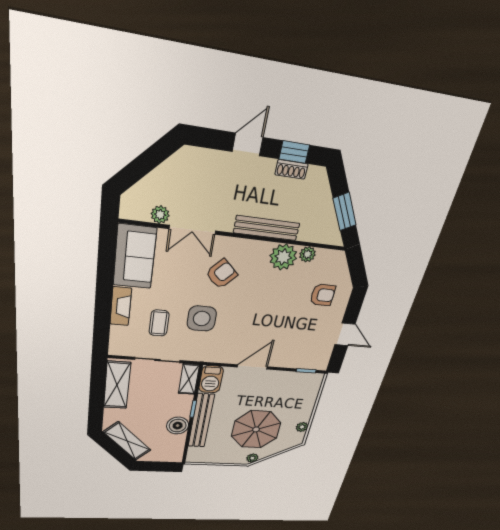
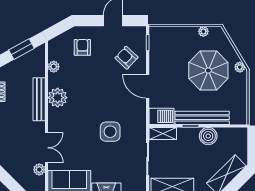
plant: (283, 257) -> (58, 98), moved
armchair: (222, 274) -> (126, 58), moved
coffee table: (159, 323) -> (117, 161), removed

